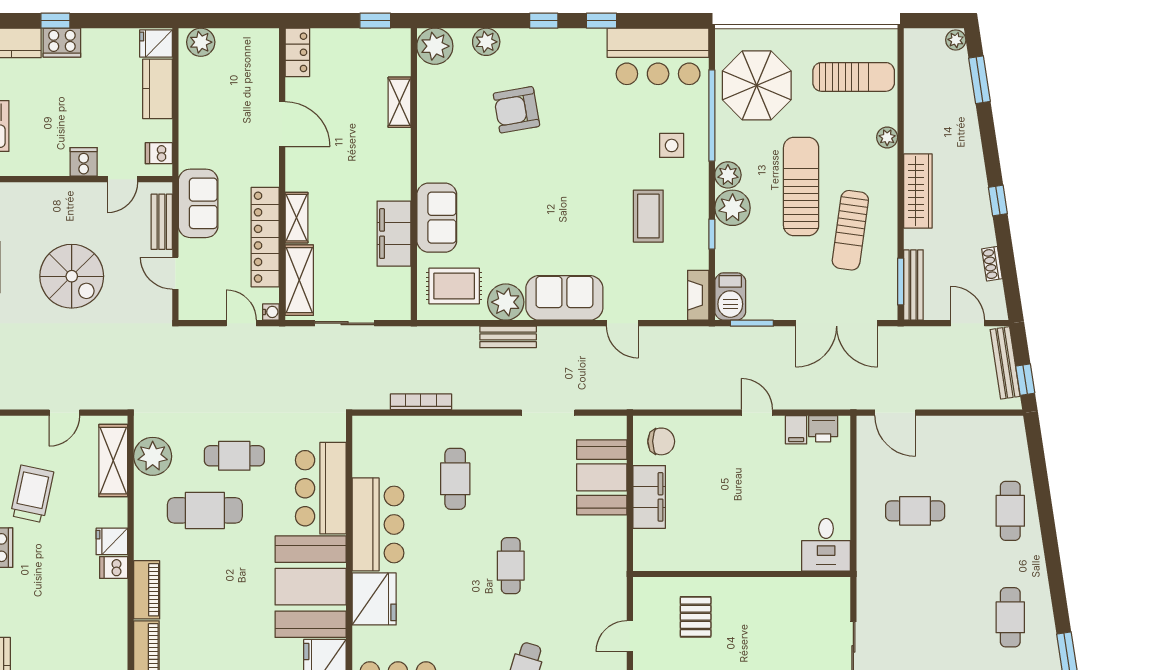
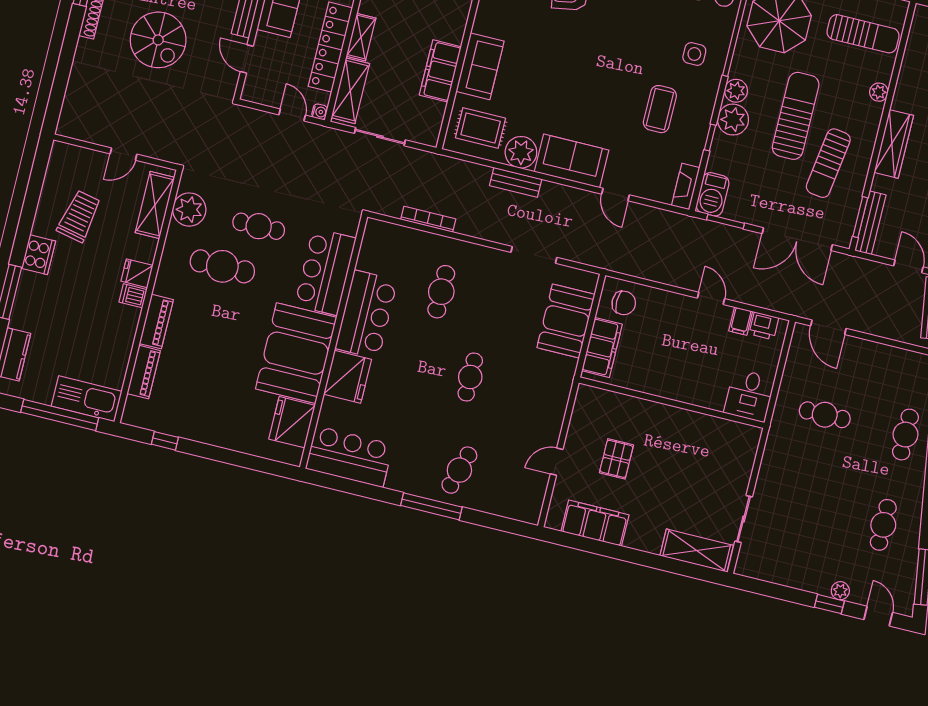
desk: (826, 545) -> (749, 395), moved
wall: (742, 574) -> (672, 403), moved

